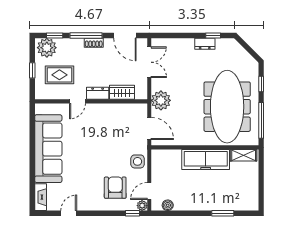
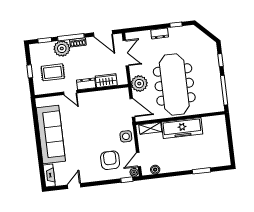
dresser: (205, 44) -> (160, 33), moved
plant: (47, 48) -> (62, 49), moved
door: (77, 101) -> (70, 93), hinge flipped
meeting table: (227, 107) -> (174, 84), moved
shelving: (244, 155) -> (150, 128), moved

